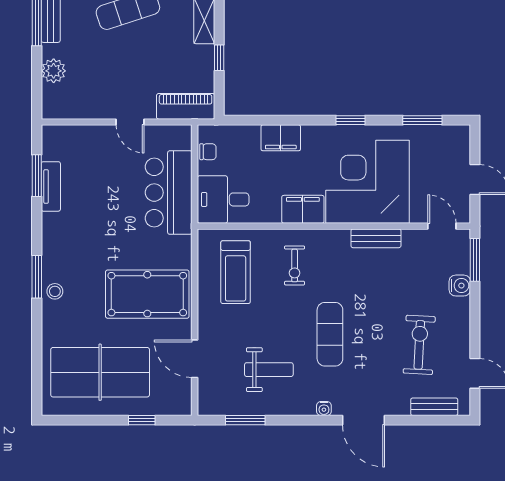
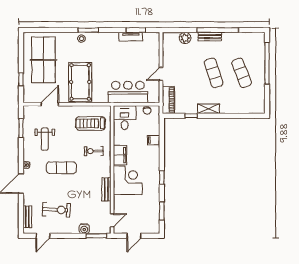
filing cabinet: (281, 138) -> (154, 140), width x0.50
corner desk: (367, 182) -> (128, 180), width x0.74, depth x0.74

